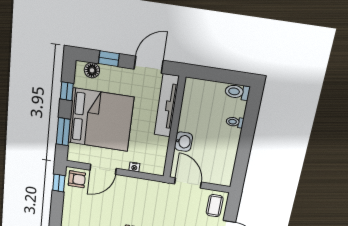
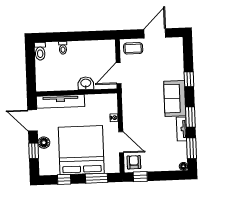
floor lamp: (92, 70) -> (44, 143), moved

